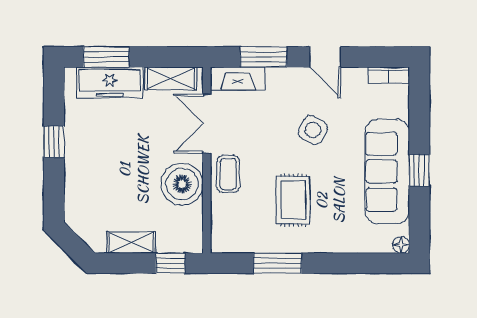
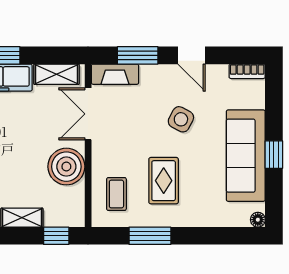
coffee table: (228, 174) -> (116, 194), moved

